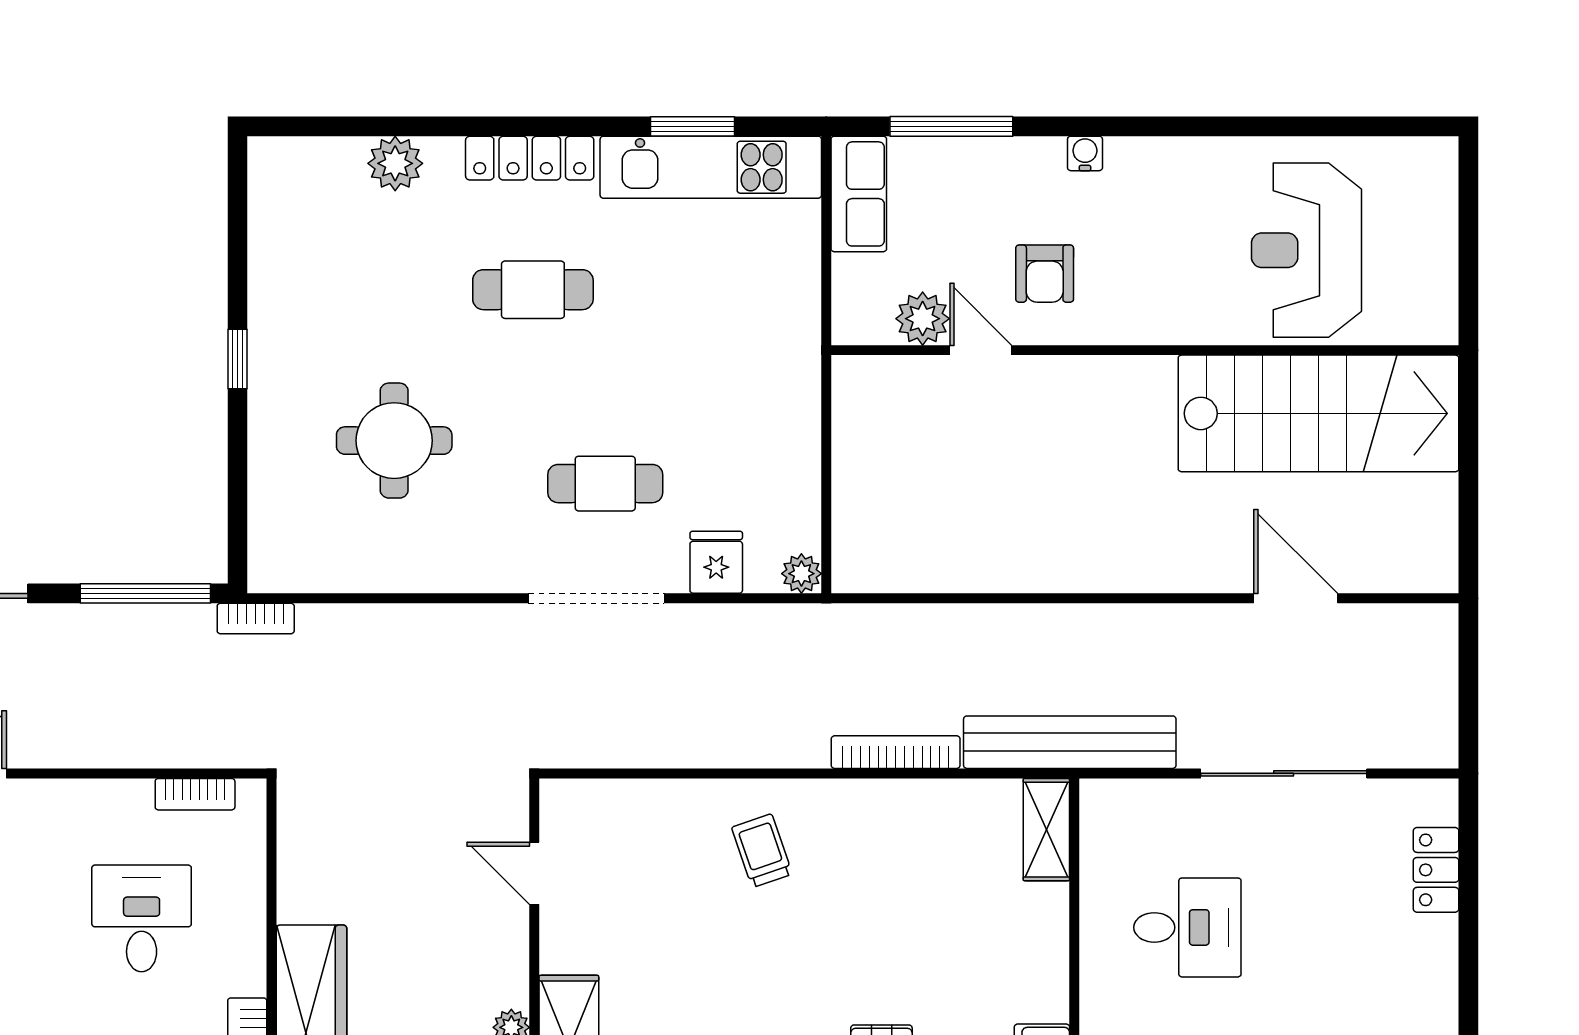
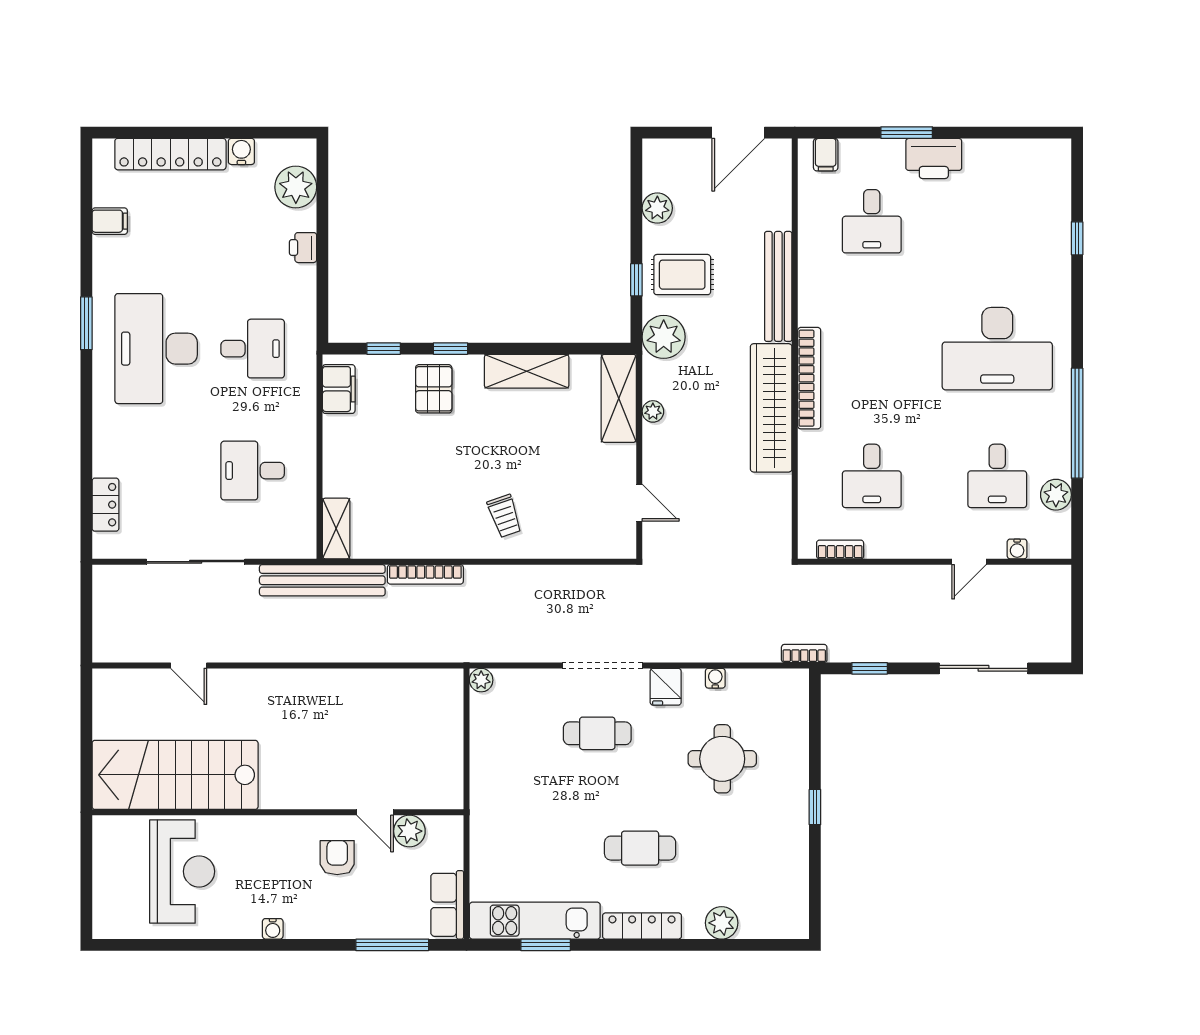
water cooler: (1085, 153) -> (273, 929), moved
fridge: (716, 562) -> (666, 687), moved
water cooler: (406, 577) -> (715, 678), added
window: (145, 593) -> (870, 668), width x0.46
door: (1296, 598) -> (189, 665), width x0.73

